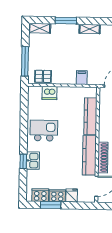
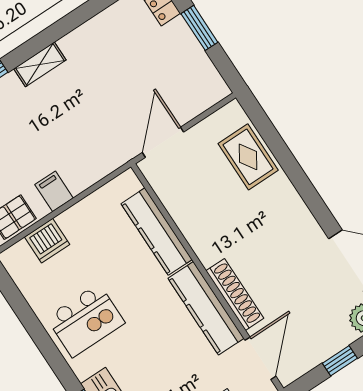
filing cabinet: (82, 78) -> (54, 191), moved
kitchen island: (44, 131) -> (86, 320), turned 180

